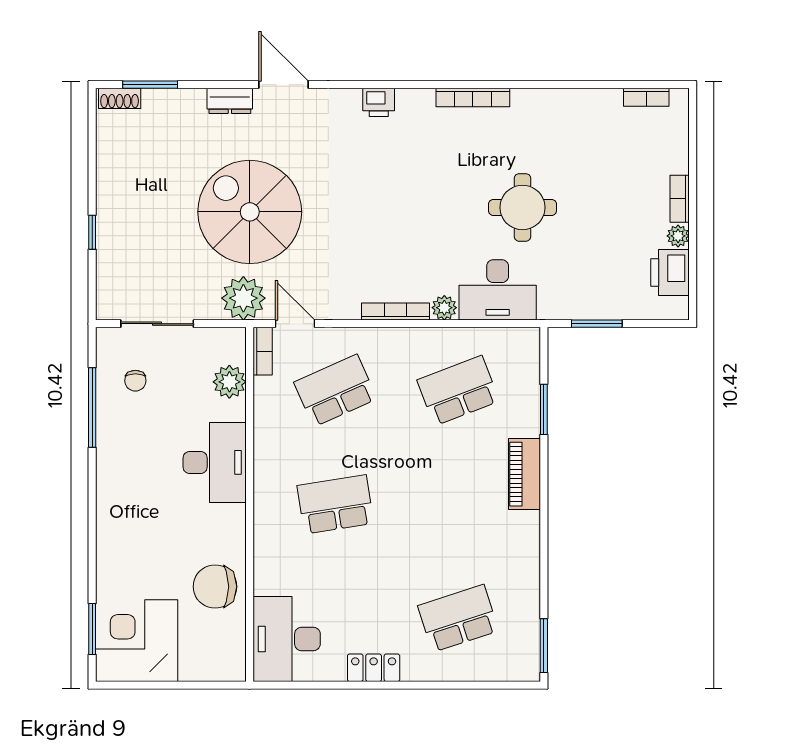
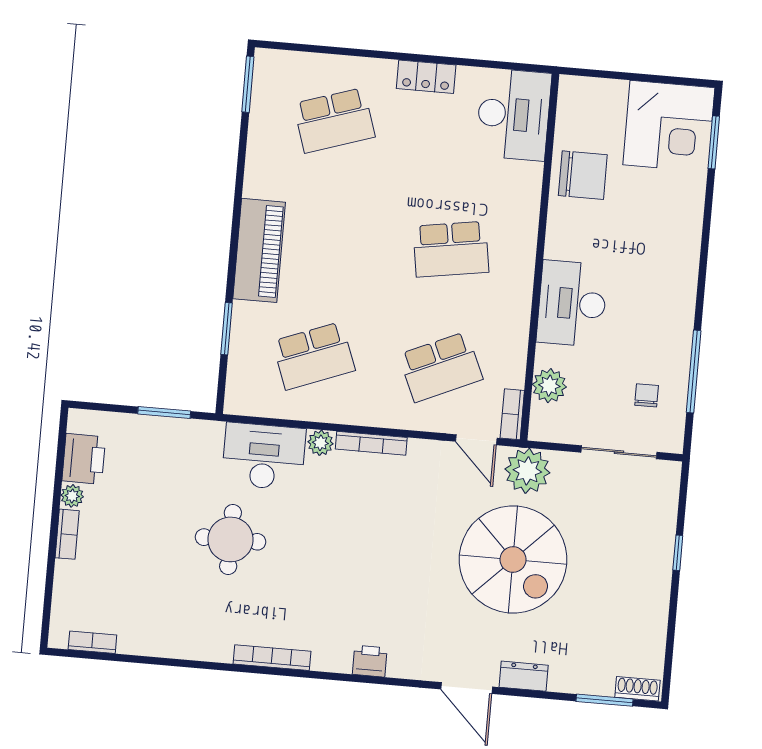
piano: (525, 474) -> (259, 250), width x1.37, depth x1.33

